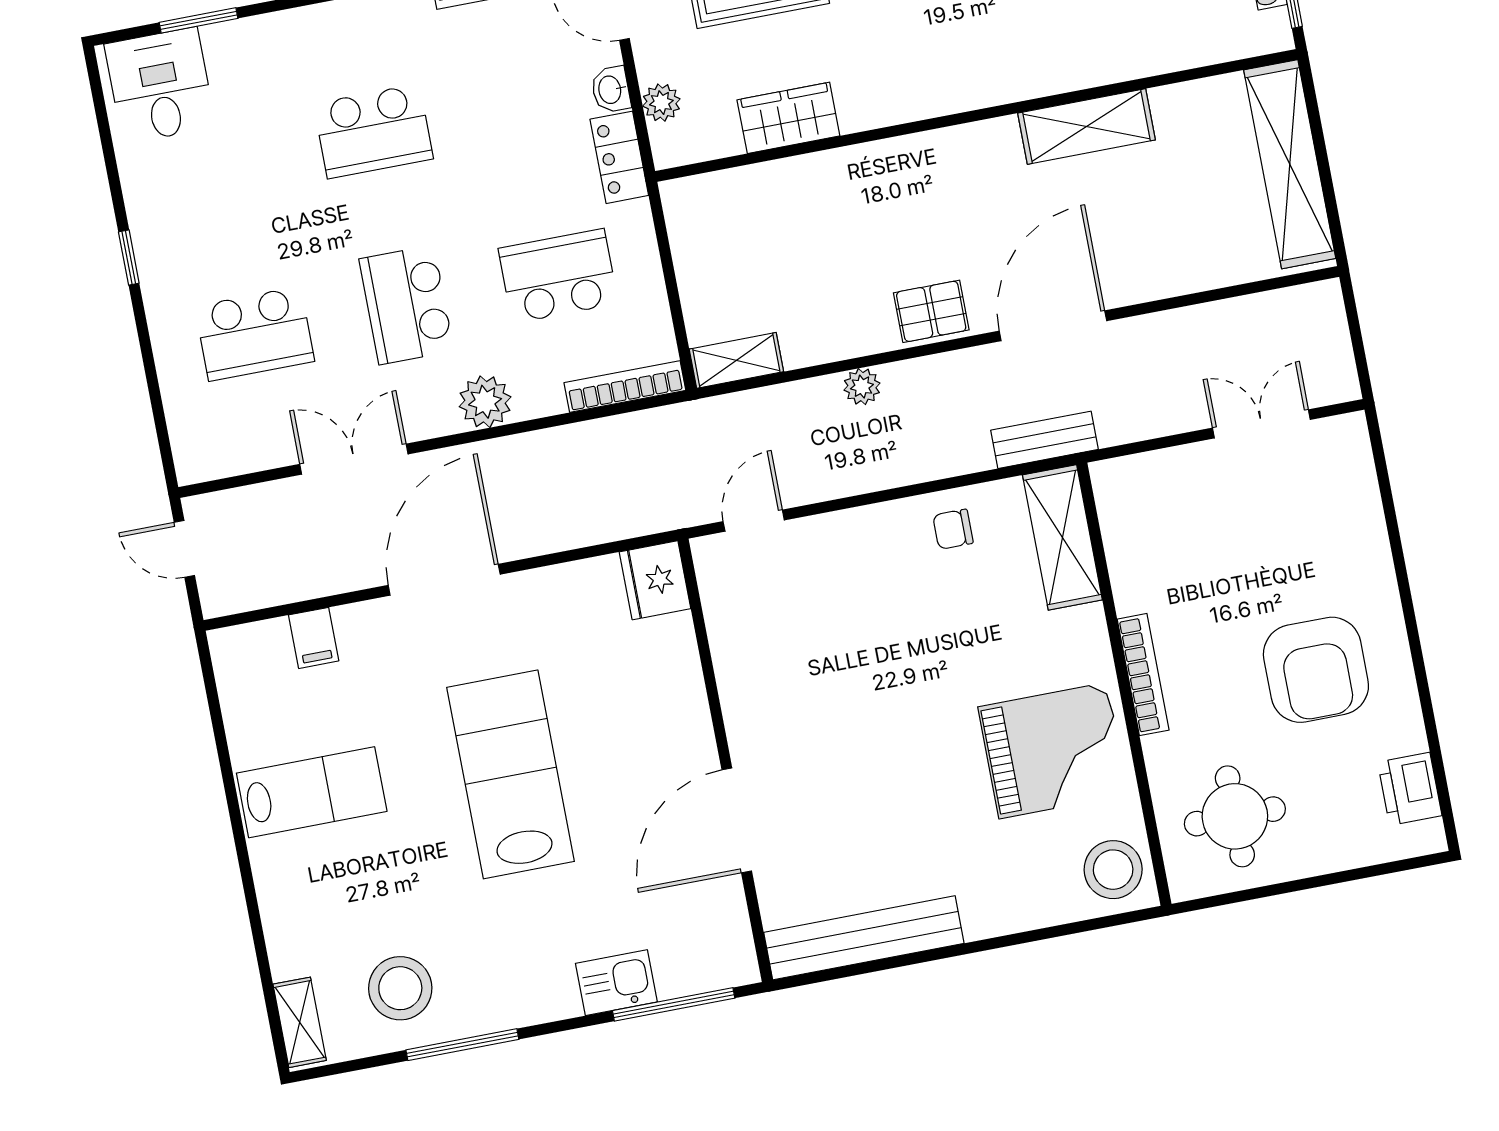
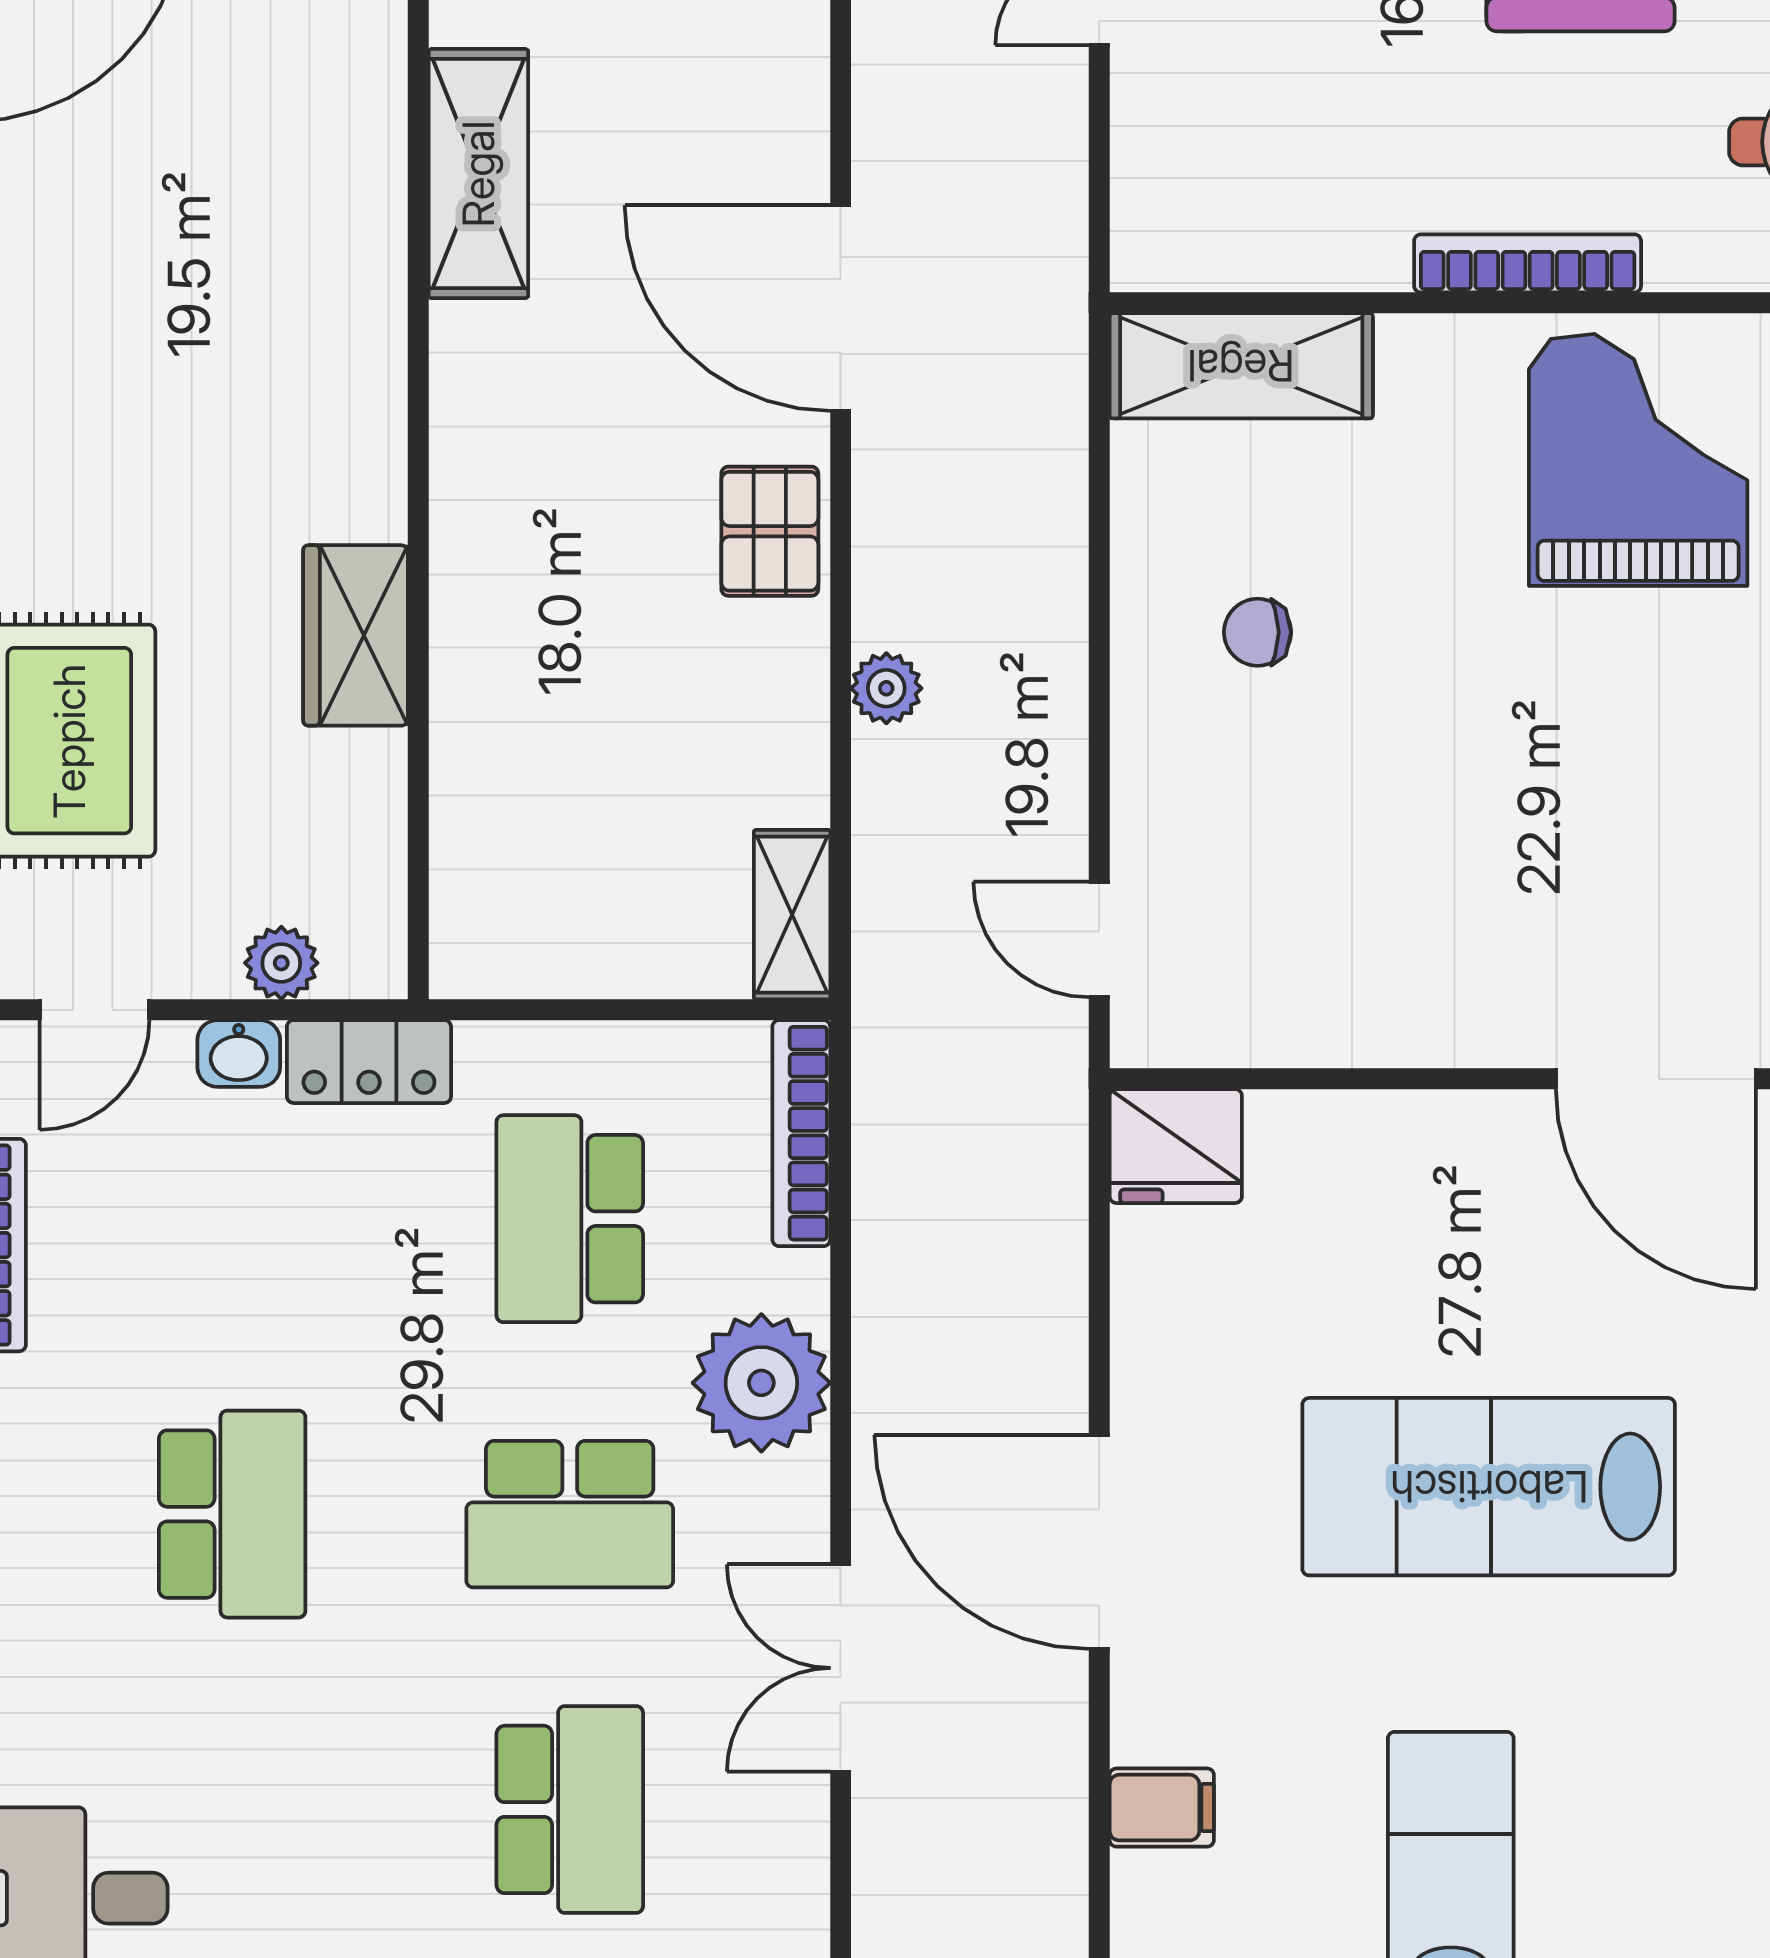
wardrobe: (788, 118) -> (356, 635), moved
plant: (485, 402) -> (761, 1383), width x1.36, depth x1.36
bench: (1045, 440) -> (1052, 365), removed
chair: (953, 529) -> (1258, 632), moved, turned 90

